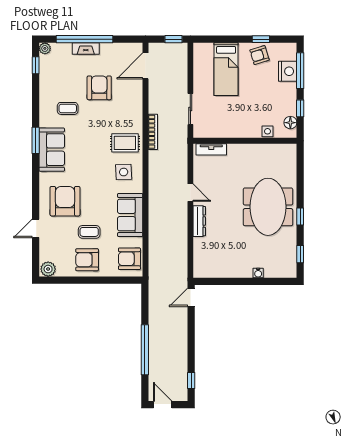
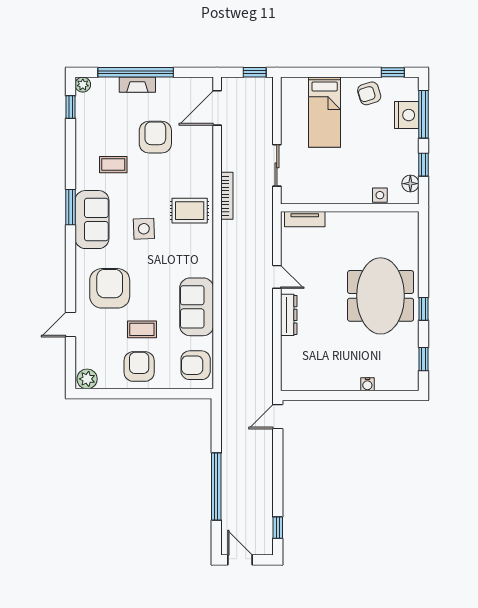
window: (261, 39) -> (393, 72), moved
side table: (124, 172) -> (144, 229), moved
armchair: (87, 260) -> (139, 367), turned 90

